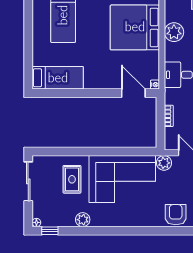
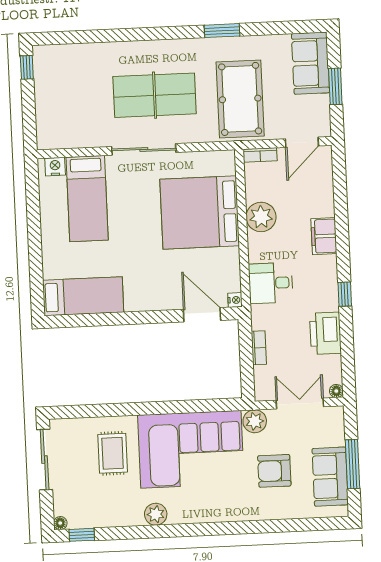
armchair: (176, 215) -> (274, 471), moved, turned -90
plant: (83, 220) -> (156, 514), moved

